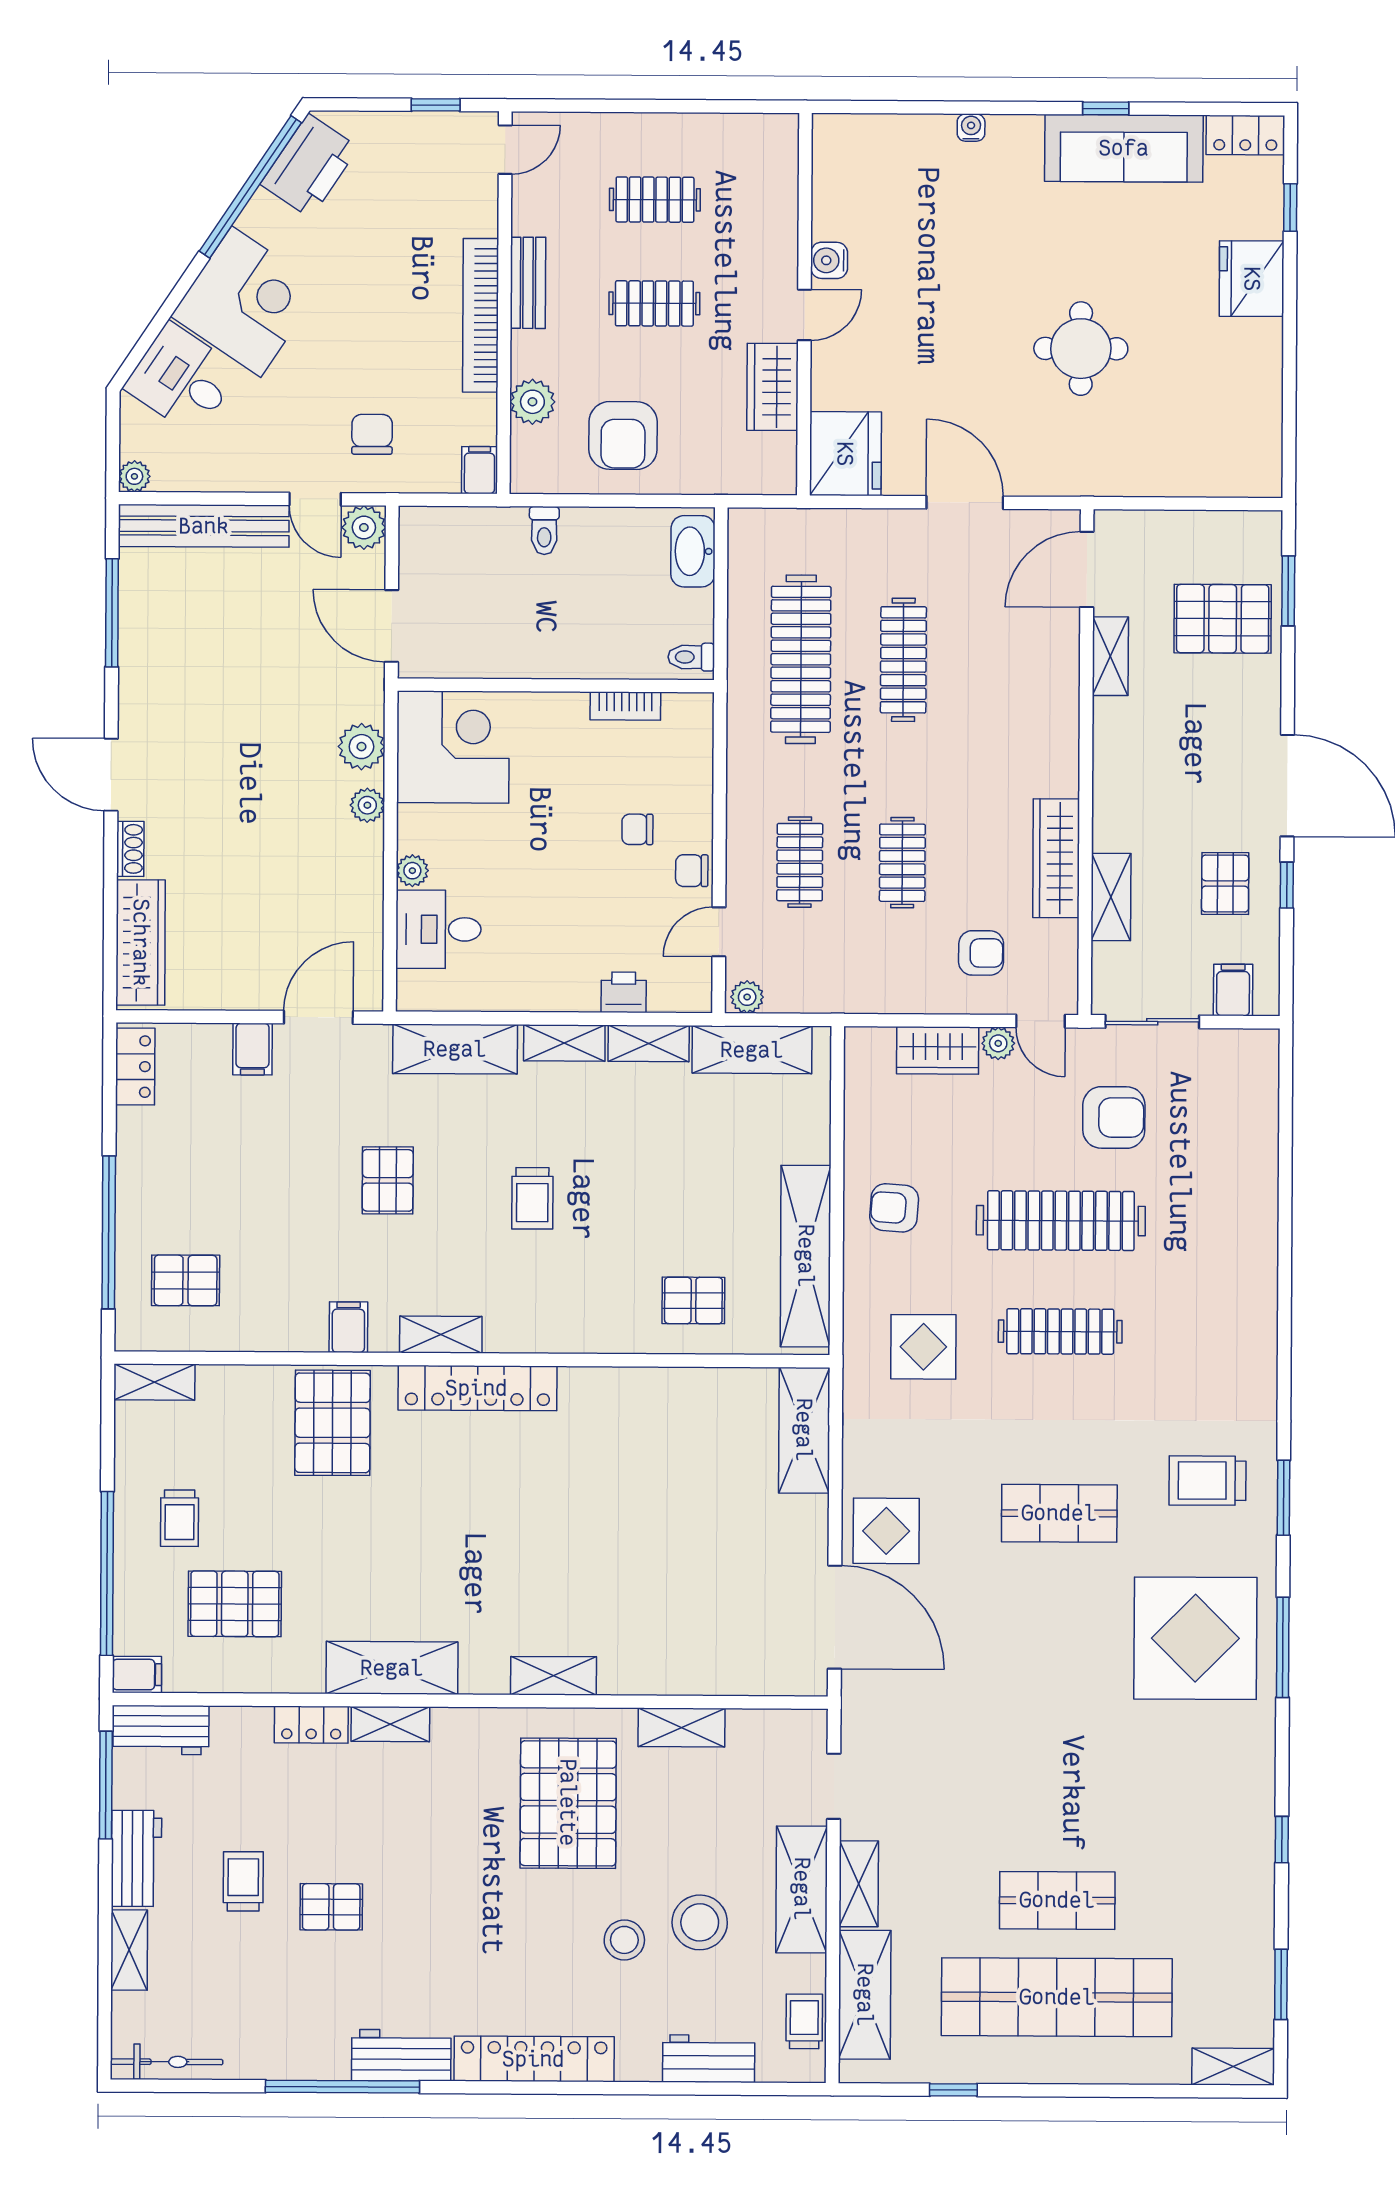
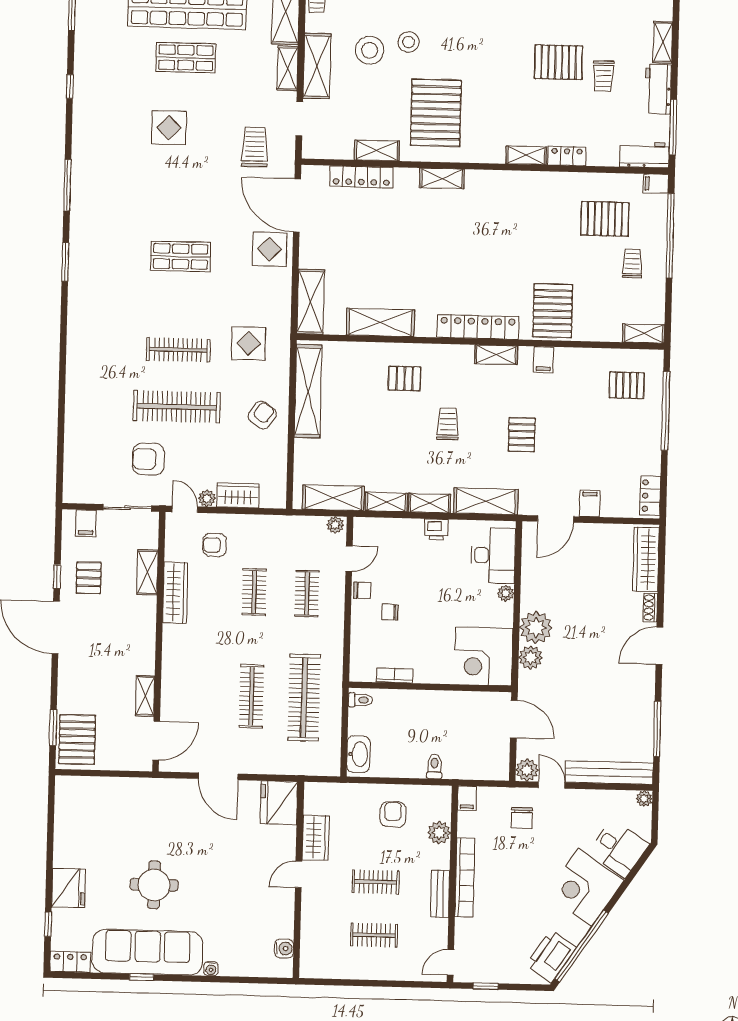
sofa: (1124, 148) -> (147, 952), width x1.36, depth x1.27
water cooler: (829, 260) -> (284, 948), moved
round table: (1081, 349) -> (154, 885), moved
armchair: (623, 436) -> (393, 814), width x0.72, depth x0.72
pallet: (1223, 619) -> (77, 740), moved, turned 90
door: (111, 775) -> (659, 646), swing flipped
plant: (367, 805) -> (536, 628), width x1.88, depth x1.88
chair: (637, 829) -> (390, 612), turned 180
desk: (438, 929) -> (493, 555), width x1.37
printer: (624, 992) -> (436, 530), moved
armchair: (894, 1208) -> (262, 415), turned -58
pallet: (693, 1300) -> (404, 378), moved
trolley: (1208, 1481) -> (255, 147), moved, turned -90
display table: (1195, 1638) -> (169, 128), moved, width x0.54, depth x0.54
shelving: (392, 1668) -> (380, 322), moved
locker: (711, 1676) -> (361, 177), added
pallet: (331, 1907) -> (559, 62), width x1.50, depth x1.42

